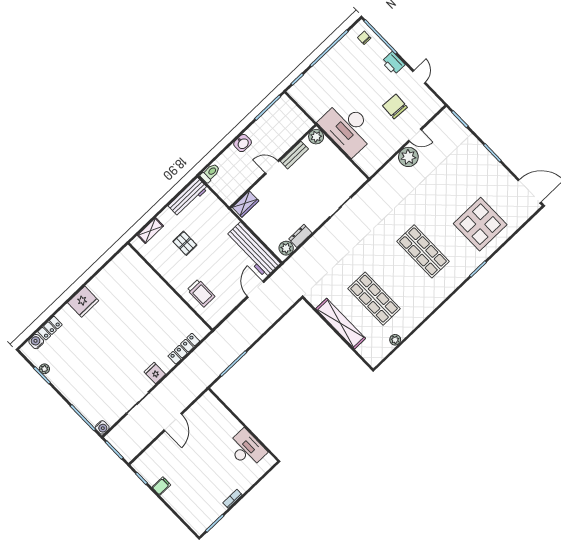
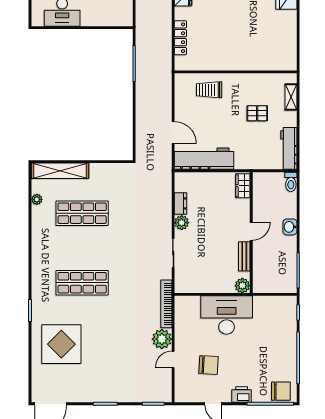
chair: (364, 38) -> (281, 391), width x1.87, depth x1.87
bookcase: (381, 178) -> (166, 304), added
plant: (286, 248) -> (182, 223), moved
shelving: (341, 324) -> (60, 171), moved

